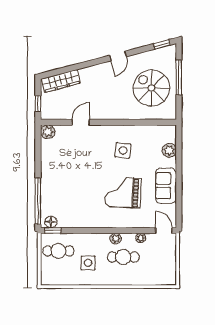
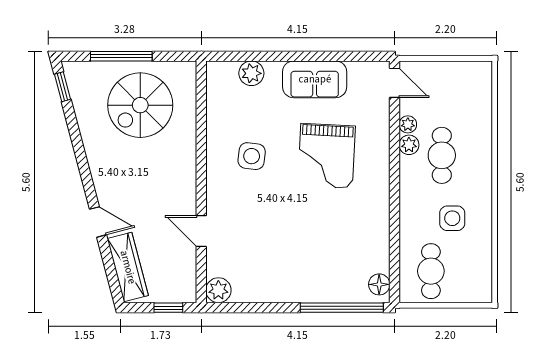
door: (118, 56) -> (98, 222), moved
window: (53, 230) -> (394, 281), removed
door: (164, 230) -> (394, 83), swing flipped
plant: (116, 239) -> (409, 145), moved

